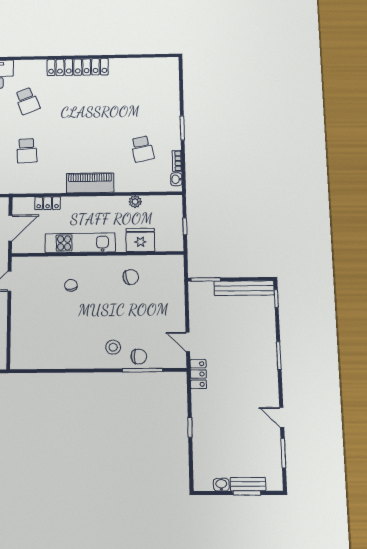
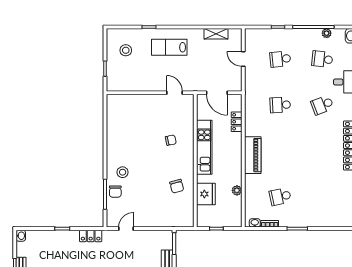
locker: (198, 374) -> (91, 236), moved
washbasin: (221, 485) -> (21, 236), moved

